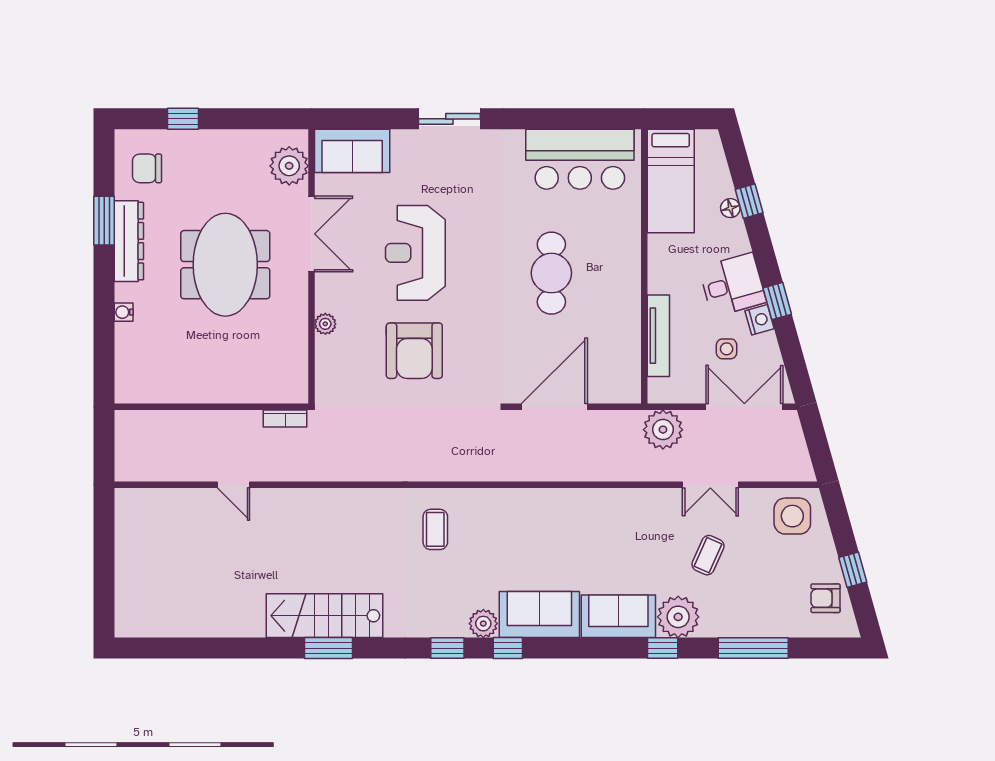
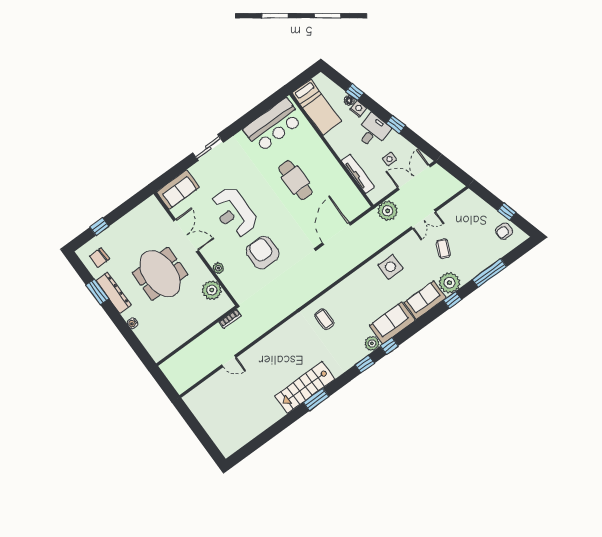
plant: (289, 166) -> (212, 290), moved
nightstand: (760, 320) -> (358, 109), moved
armchair: (414, 351) -> (263, 253), turned 180
side table: (792, 516) -> (391, 267), moved

